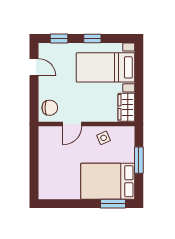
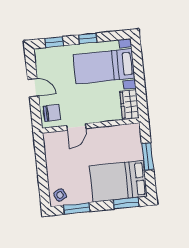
door: (34, 67) -> (33, 88), moved
side table: (104, 138) -> (60, 195), moved
window: (64, 204) -> (77, 208), added

